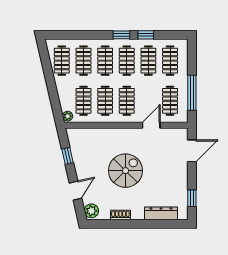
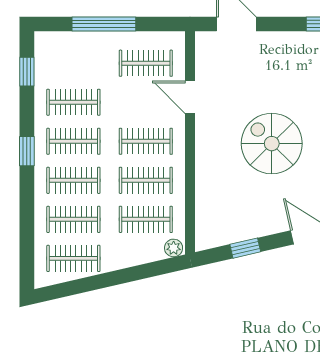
window: (146, 35) -> (27, 72), moved
clothes rail: (170, 61) -> (73, 63), removed
window: (192, 93) -> (104, 24), moved

